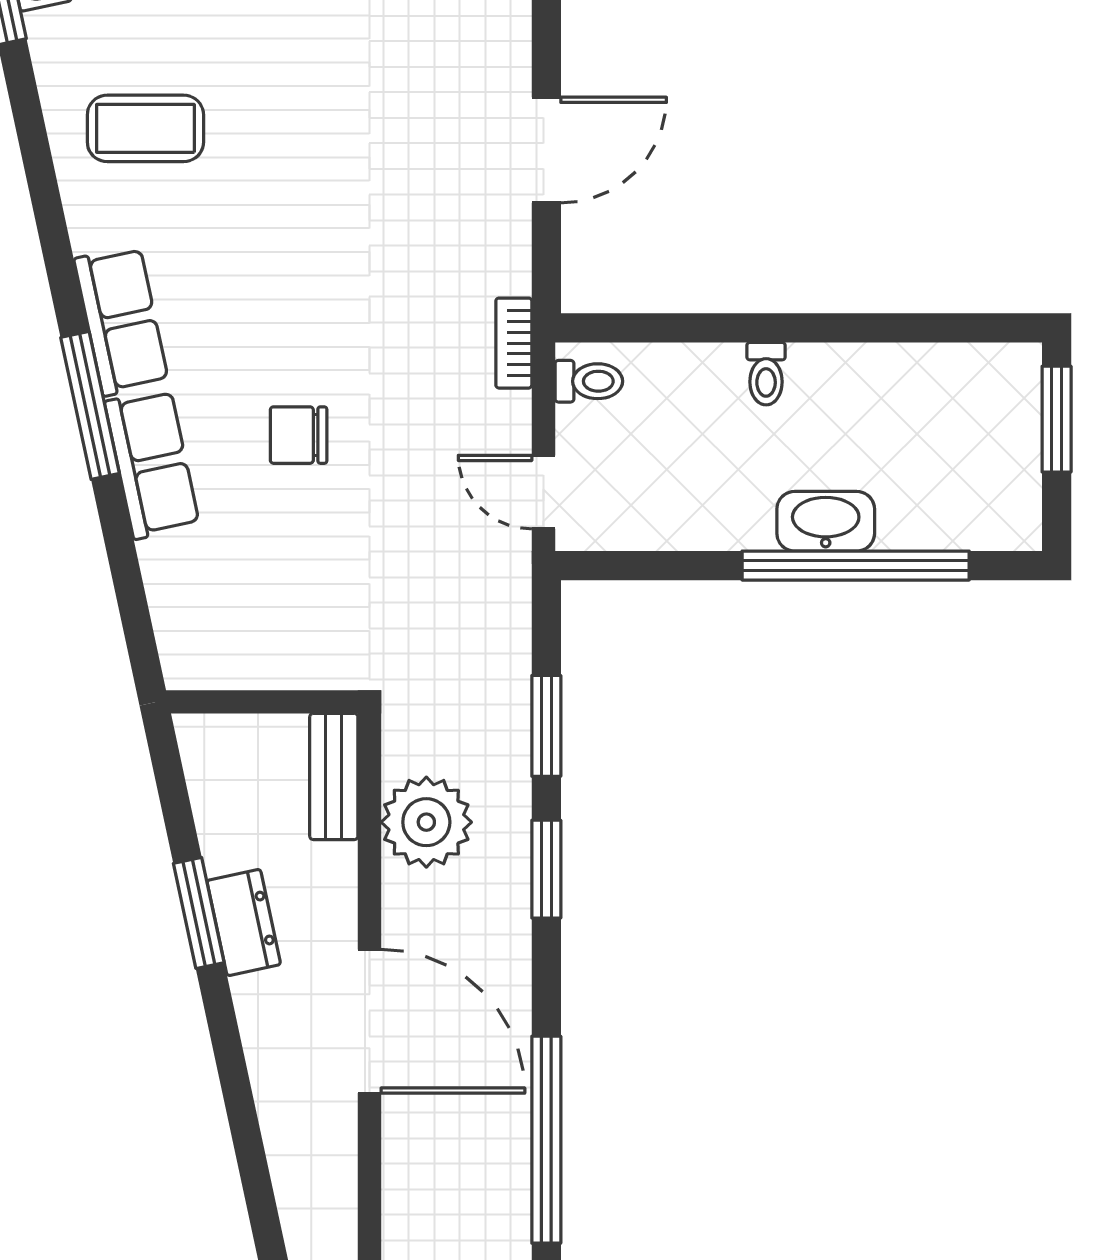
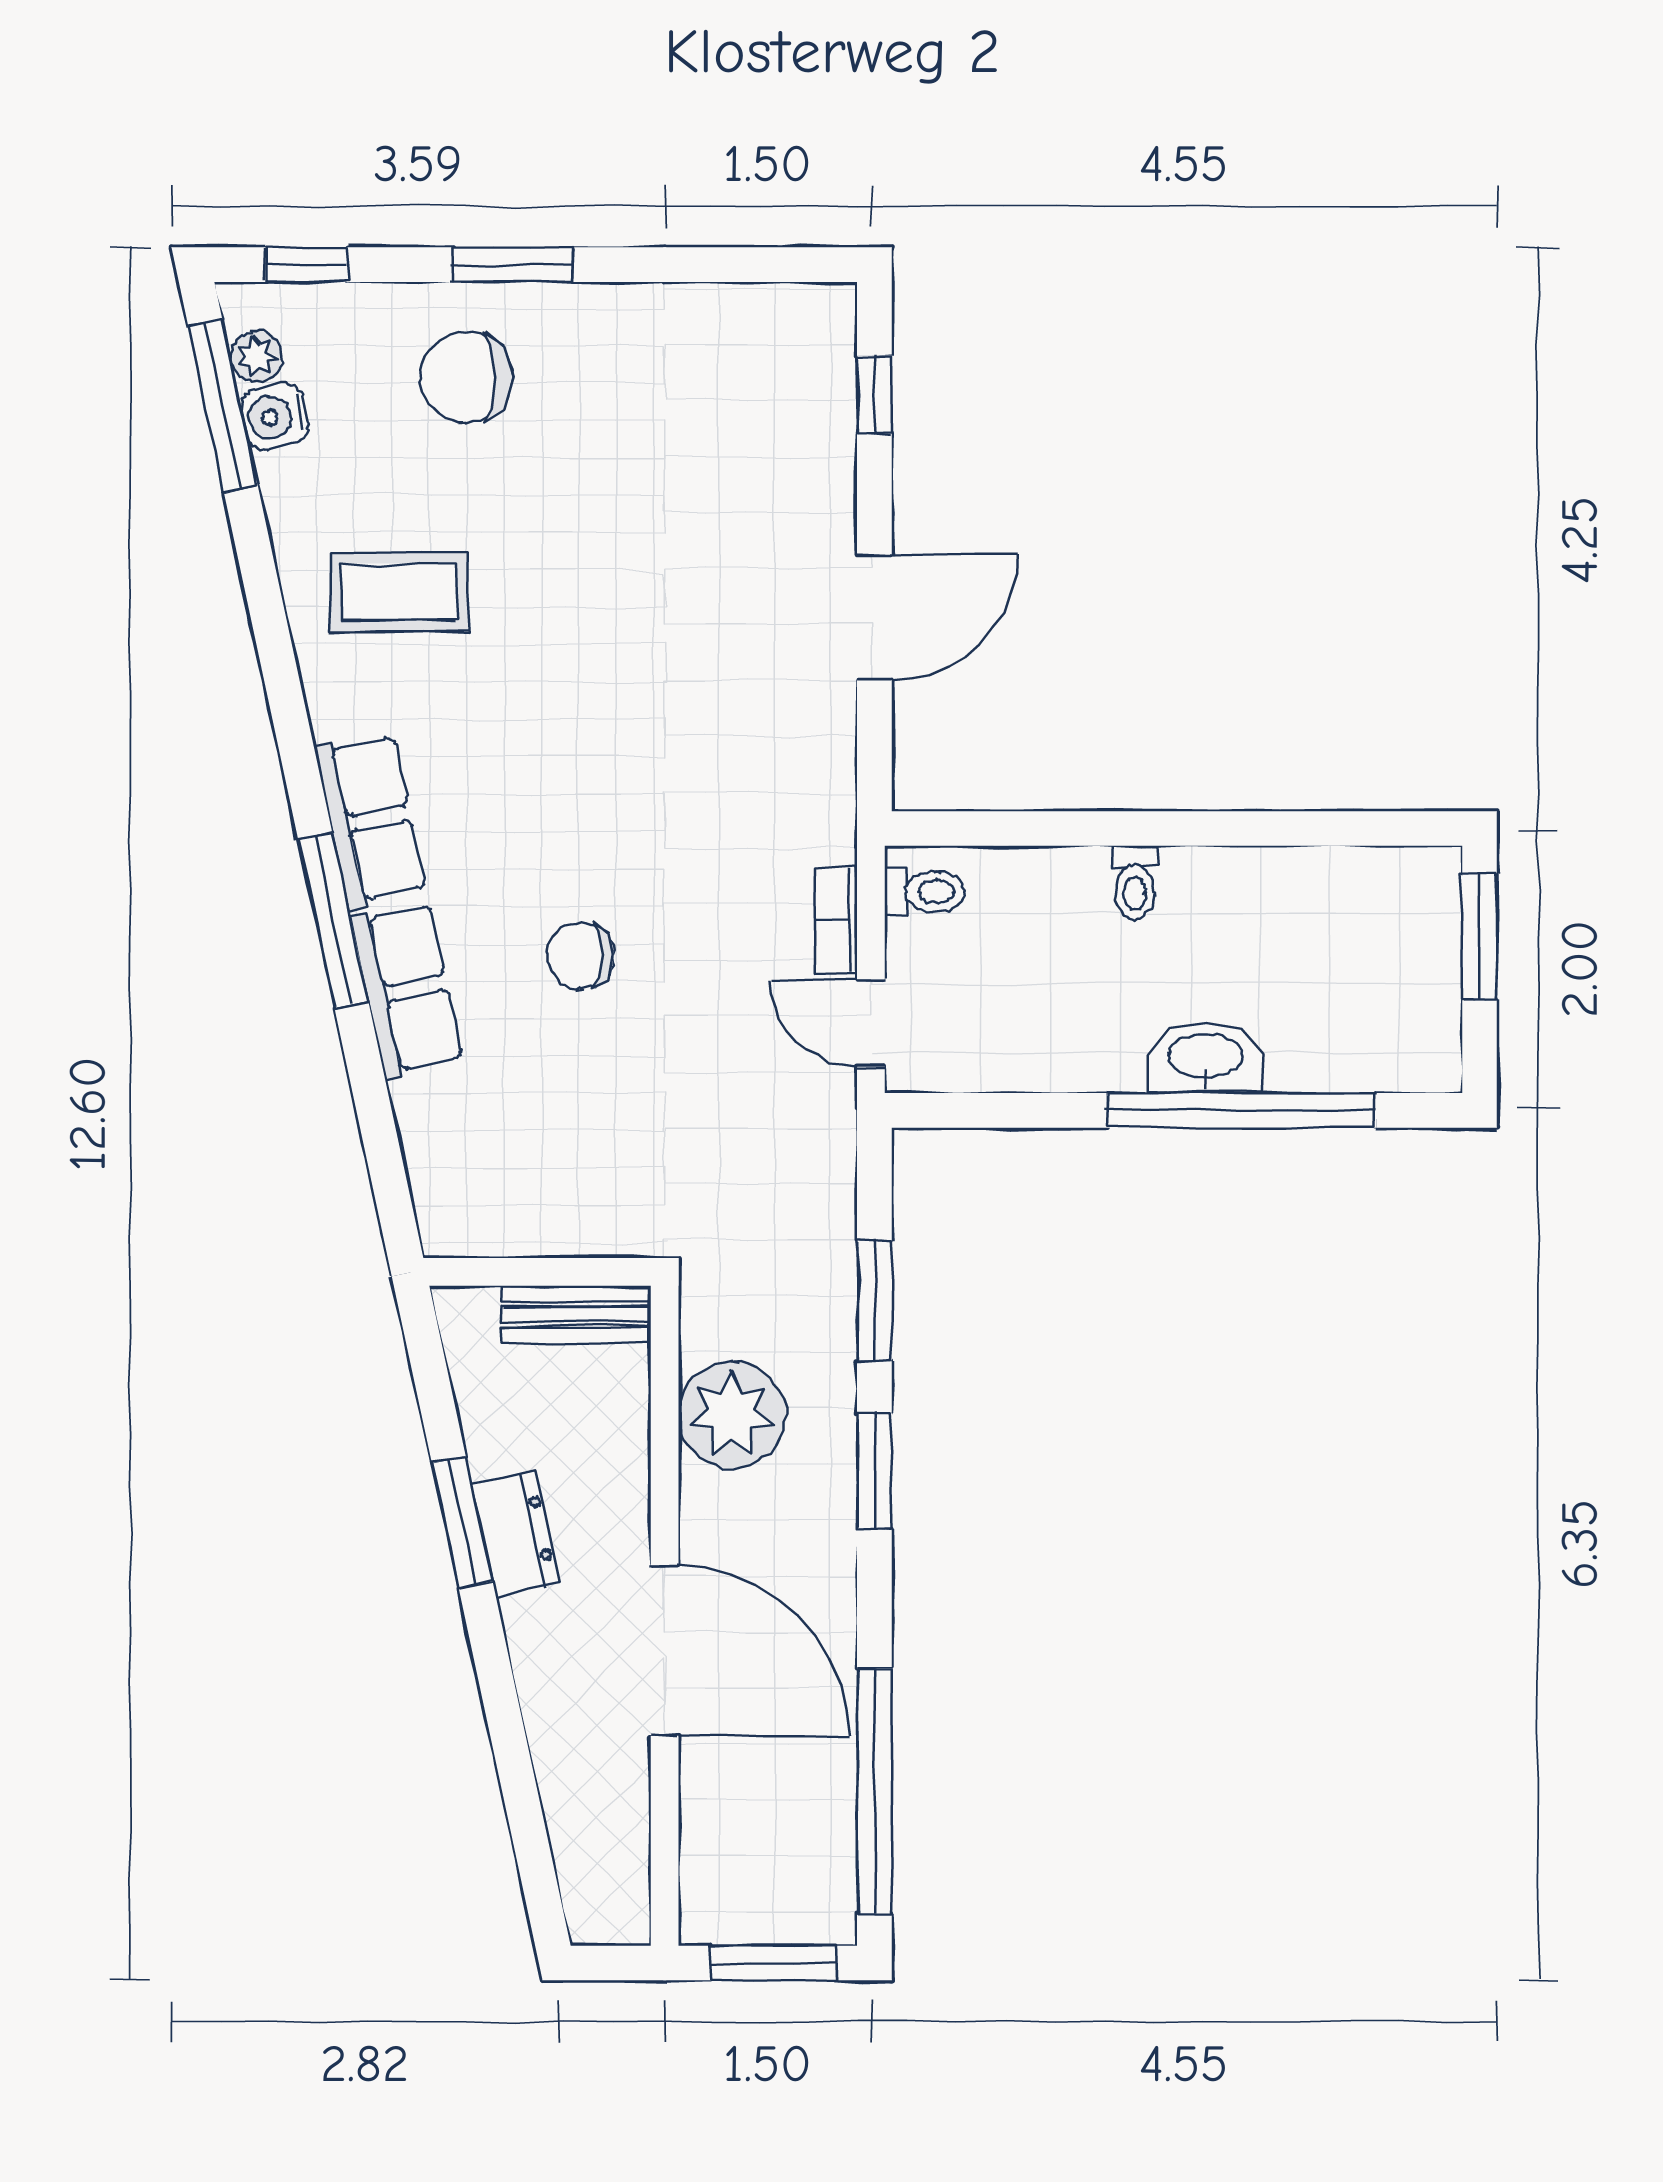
bookcase: (514, 343) -> (836, 920), moved
bench: (334, 777) -> (576, 1314), moved, turned 90

